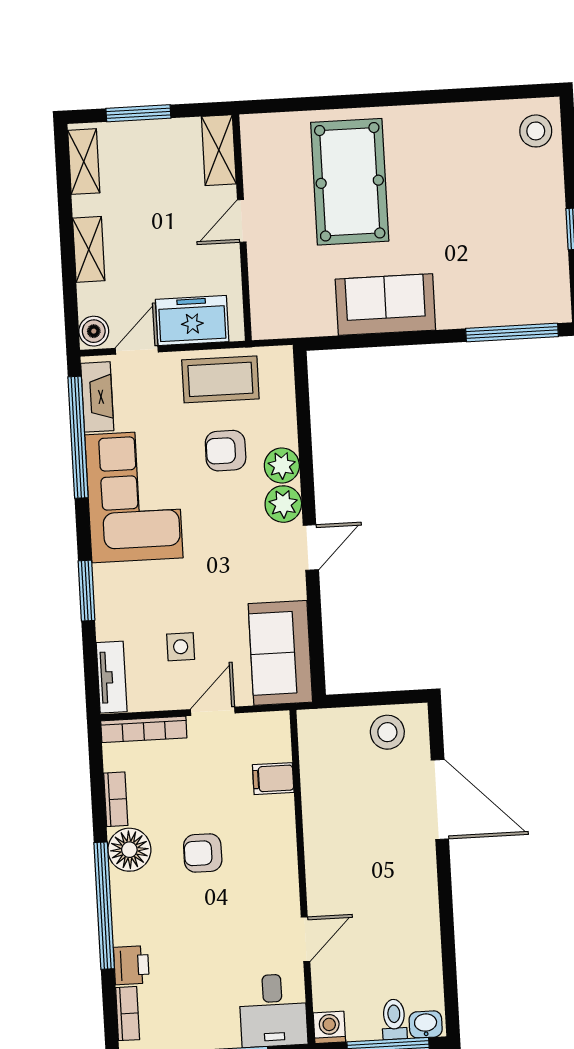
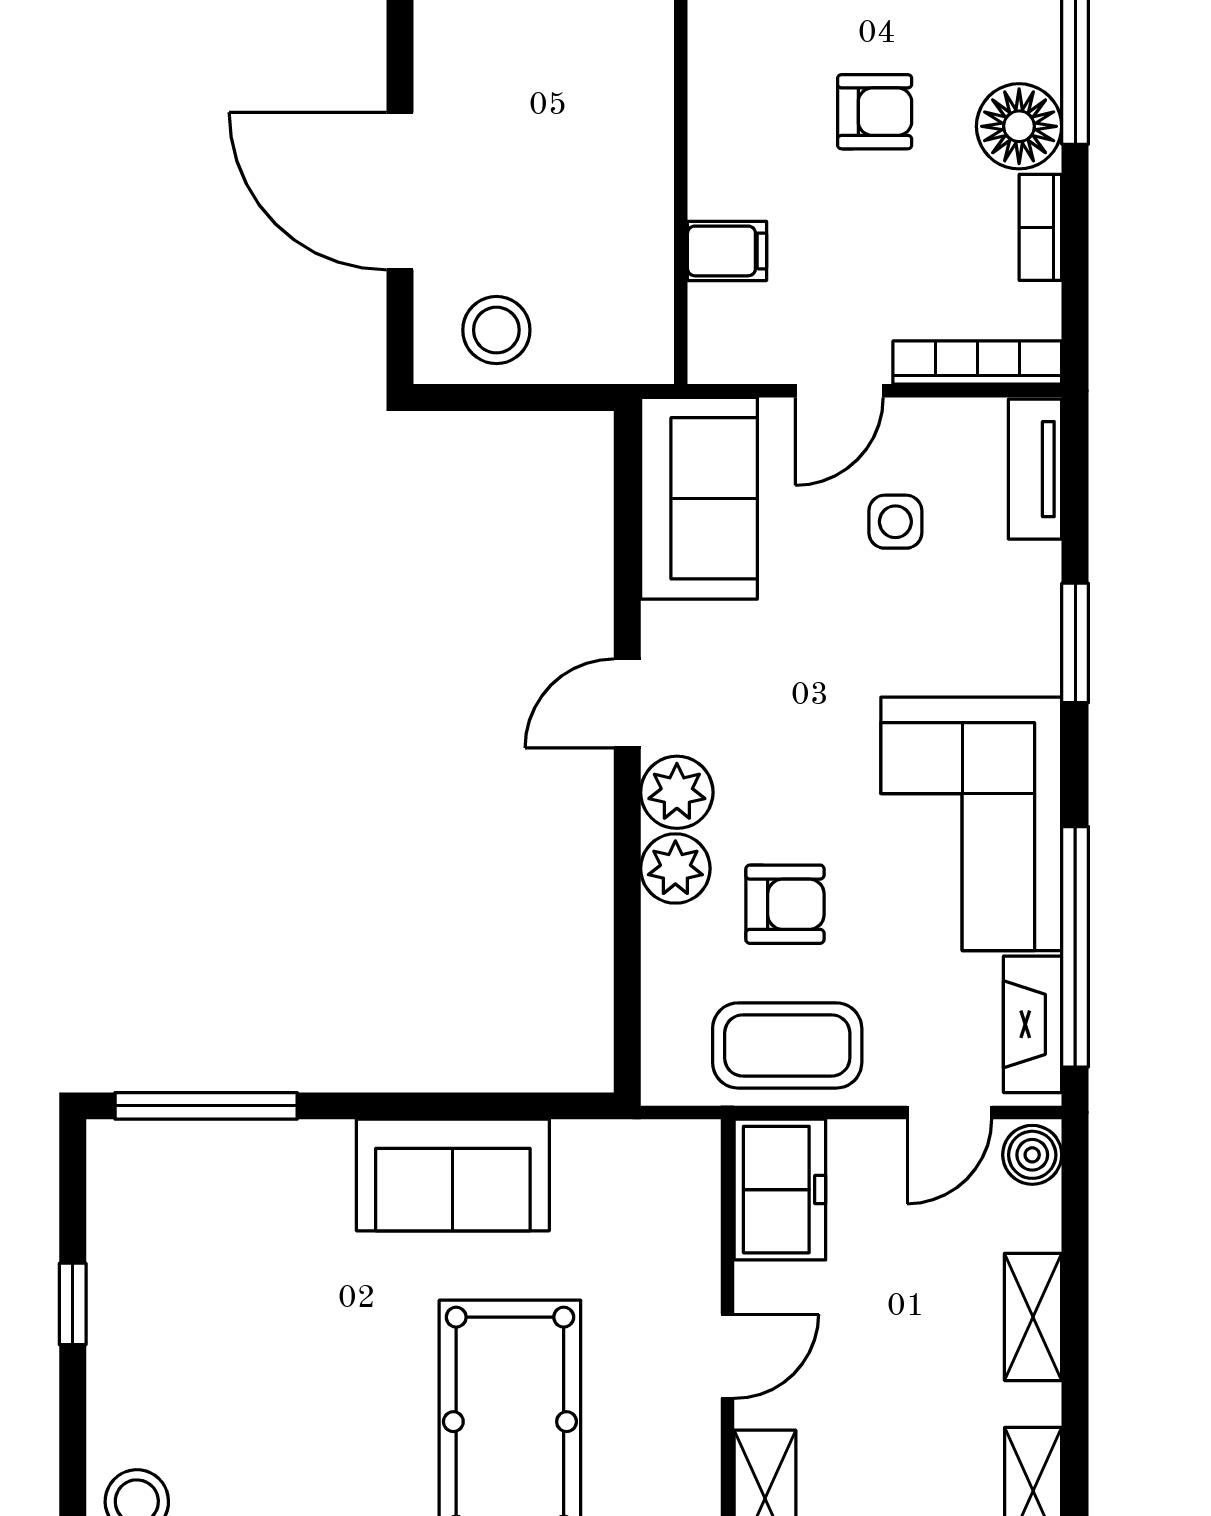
freezer: (192, 320) -> (780, 1190), moved, turned -90

